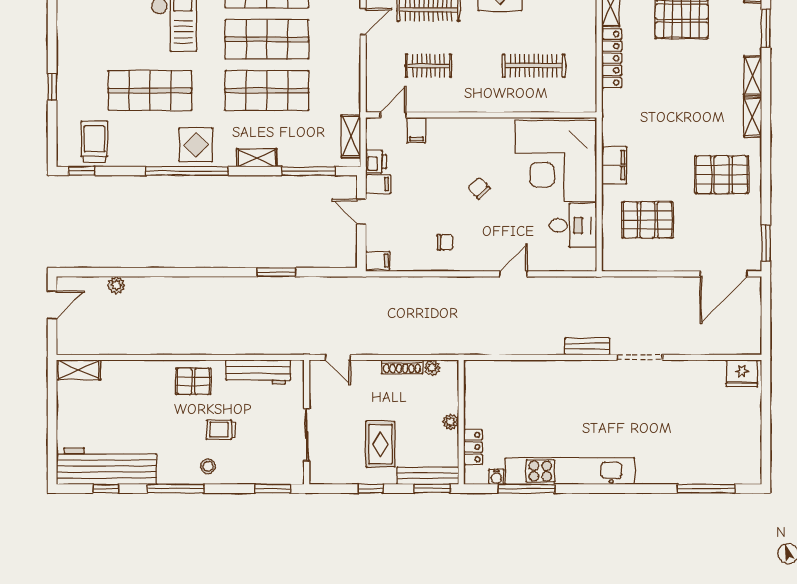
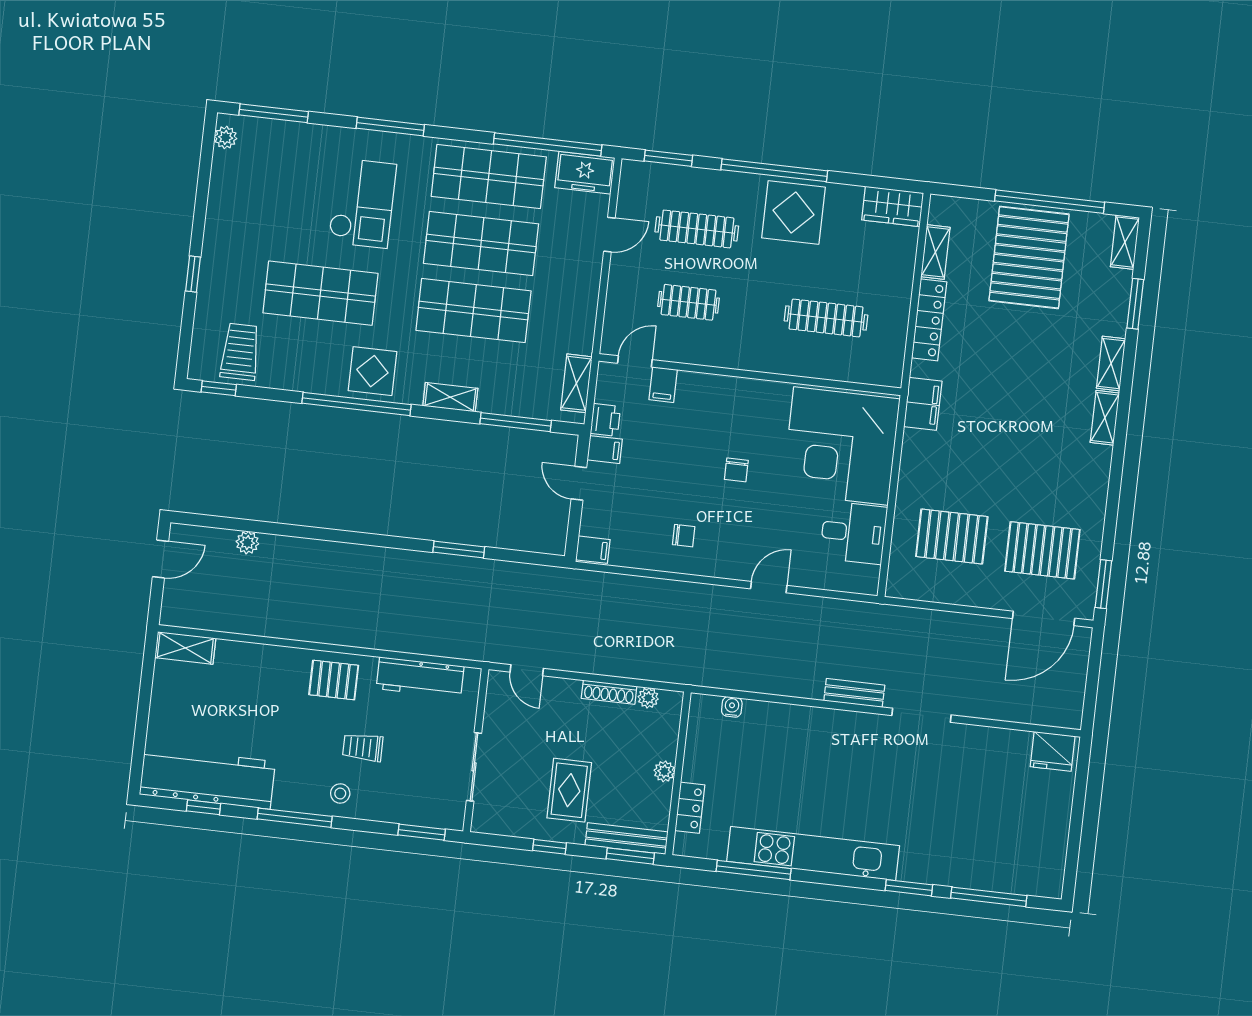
filing cabinet: (614, 165) -> (923, 404), moved
pallet: (722, 175) -> (1042, 550), moved
chair: (479, 188) -> (736, 470), turned -136
water cooler: (496, 477) -> (732, 707), moved, turned 180
window: (645, 489) -> (909, 888), added

